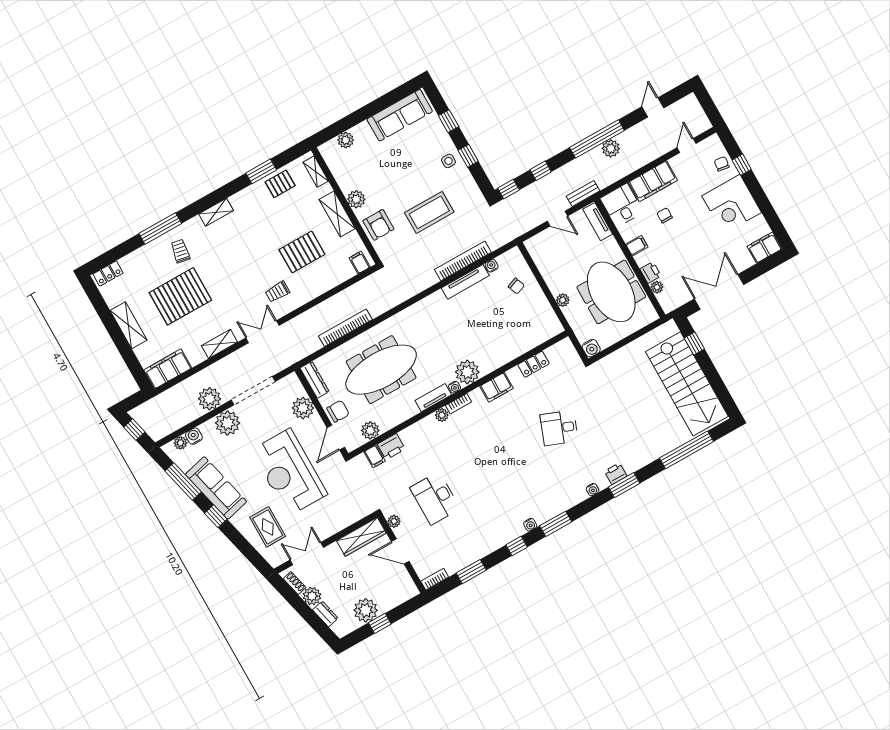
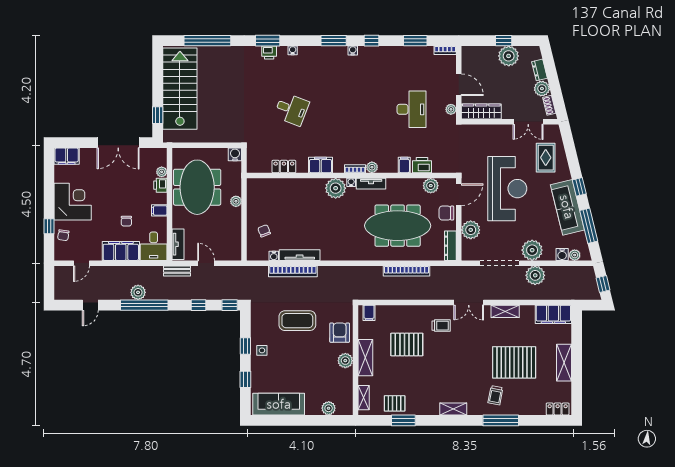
filing cabinet: (375, 456) -> (404, 165), moved

